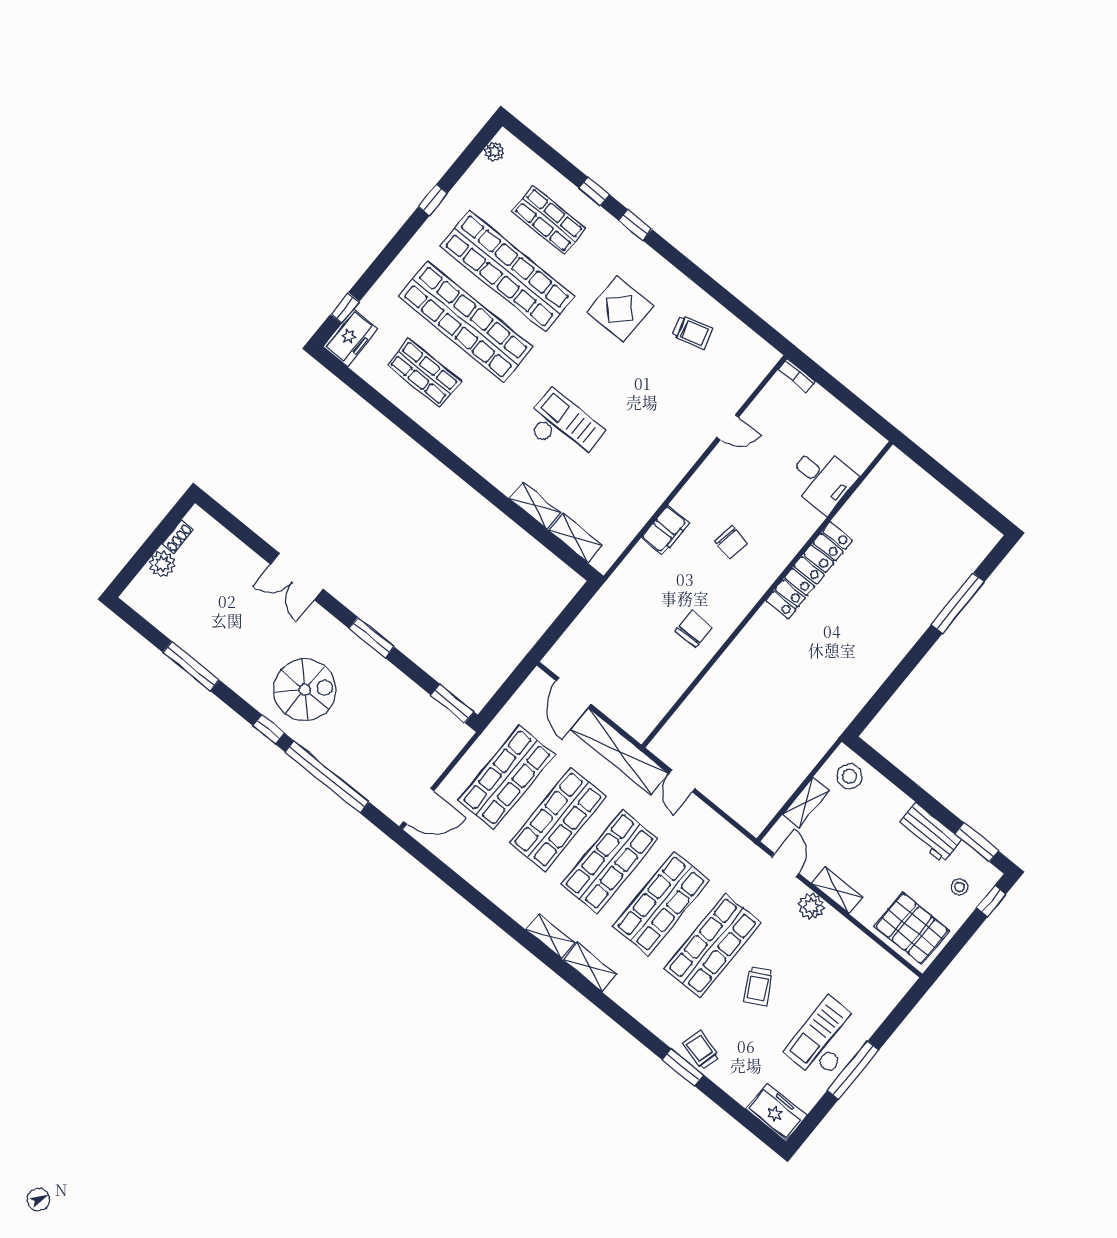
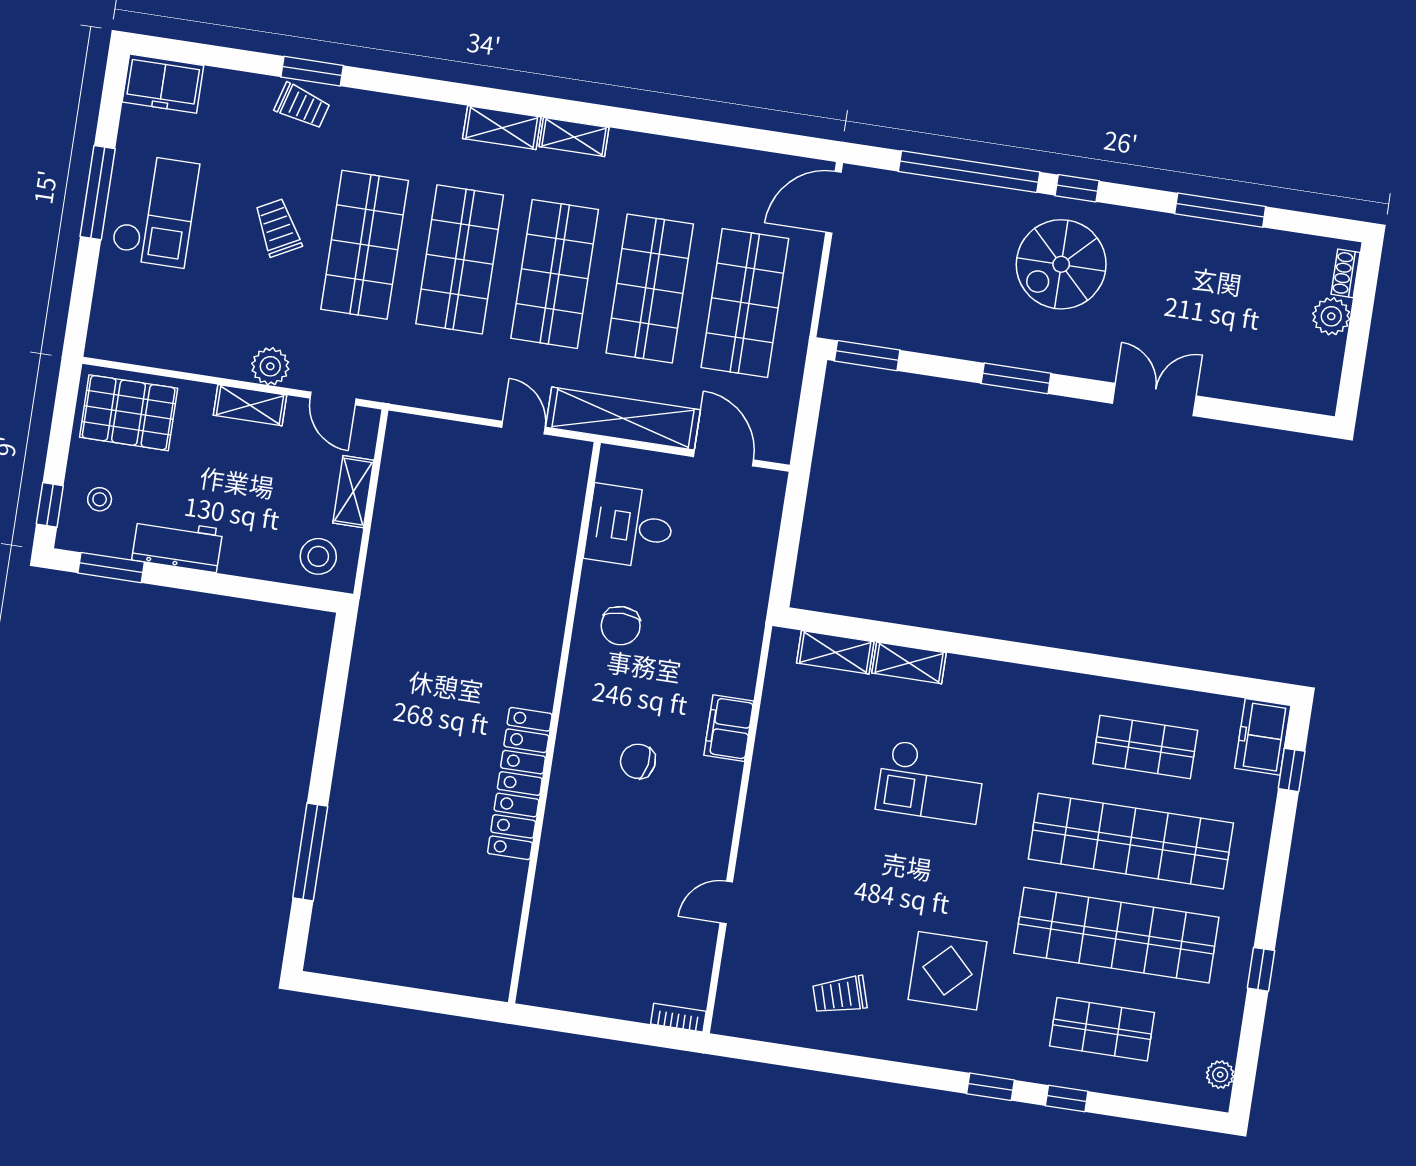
desk: (822, 479) -> (630, 527), moved
shoe rack: (178, 537) -> (1346, 273), moved

